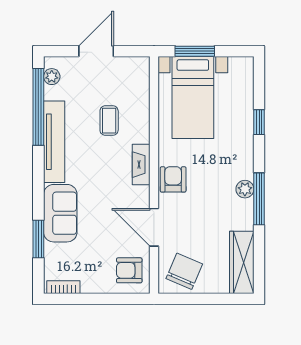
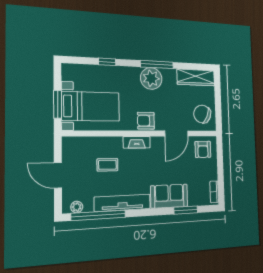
plant: (245, 189) -> (151, 78), width x1.87, depth x1.87

